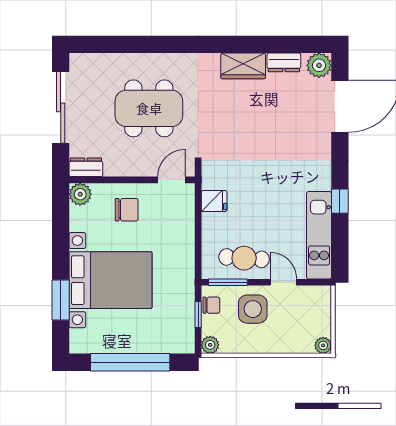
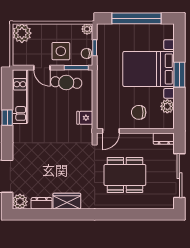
plant: (80, 194) -> (167, 106), moved
window: (61, 300) -> (179, 75), moved
plant: (323, 345) -> (22, 33), width x1.88, depth x1.88

